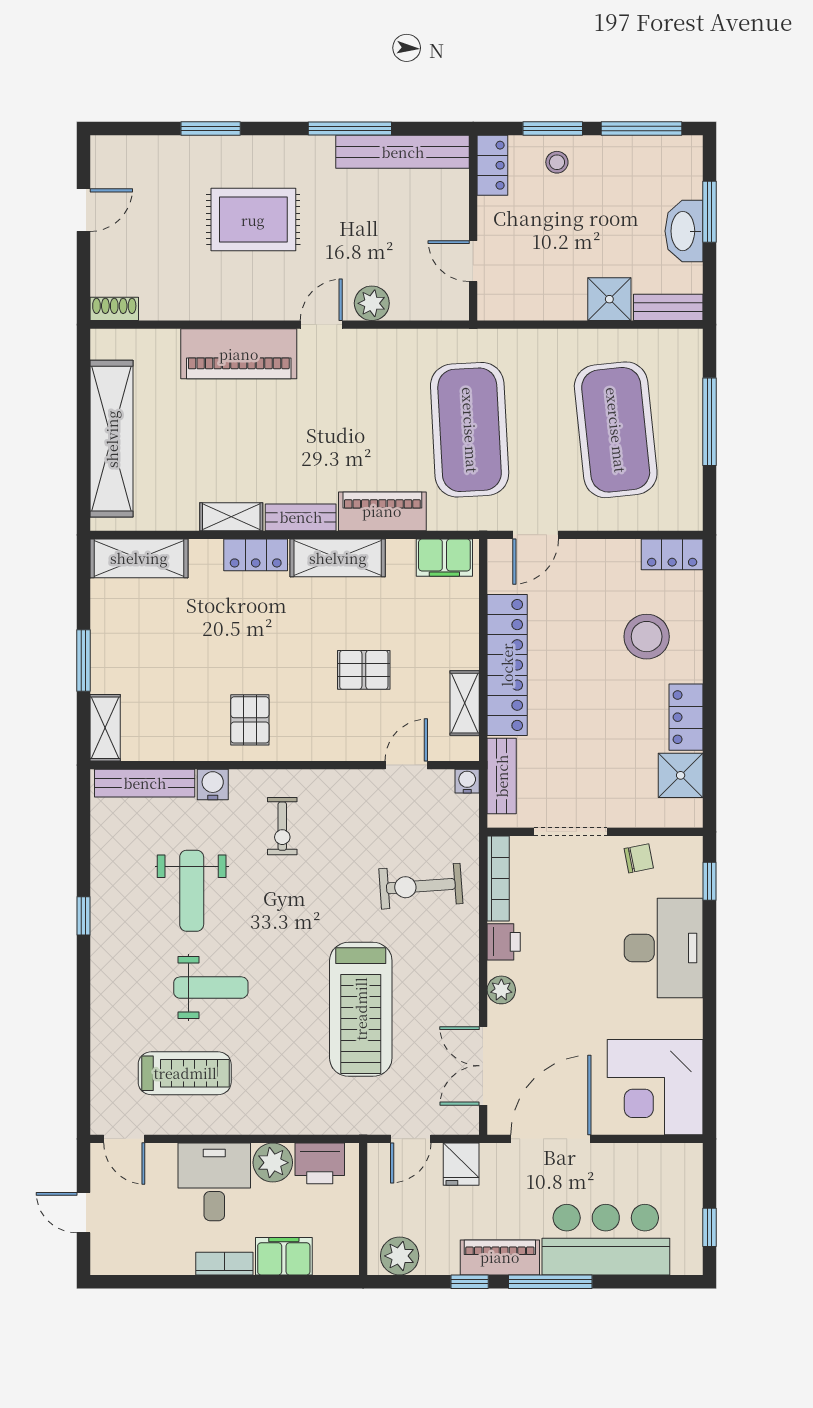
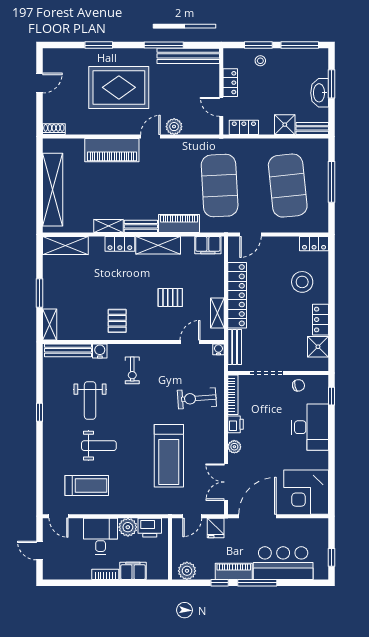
locker: (492, 165) -> (230, 83), moved
rug: (253, 220) -> (119, 87), width x1.37, depth x1.44
locker: (522, 305) -> (244, 127), added

